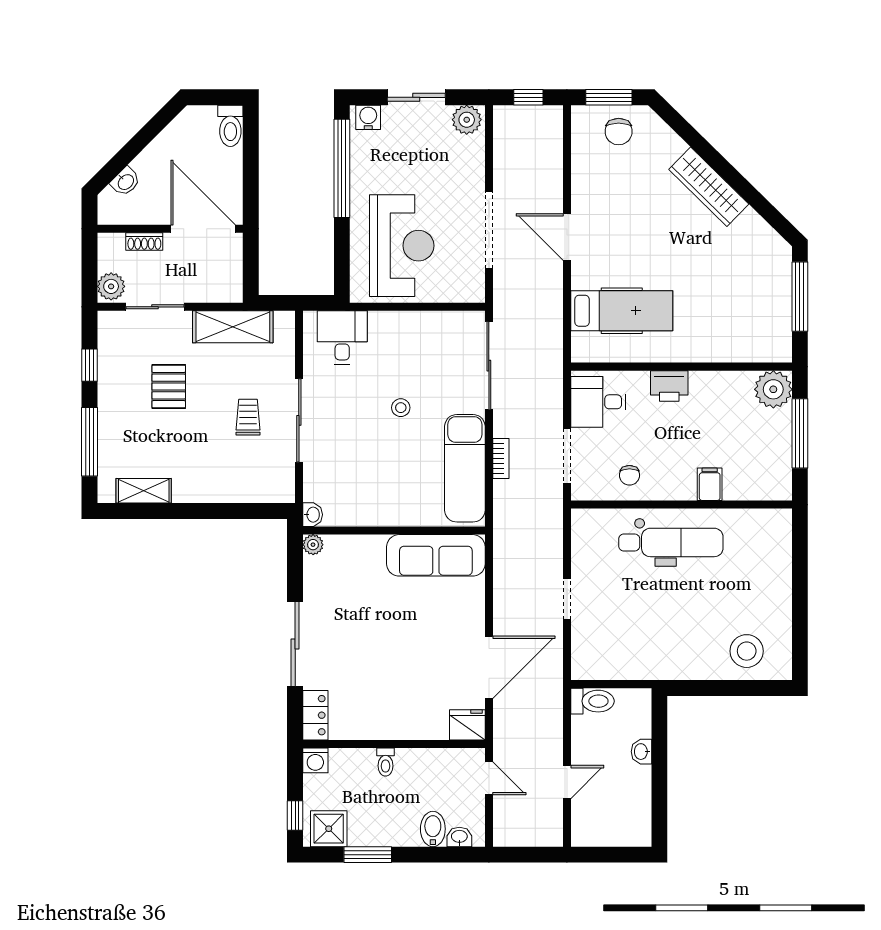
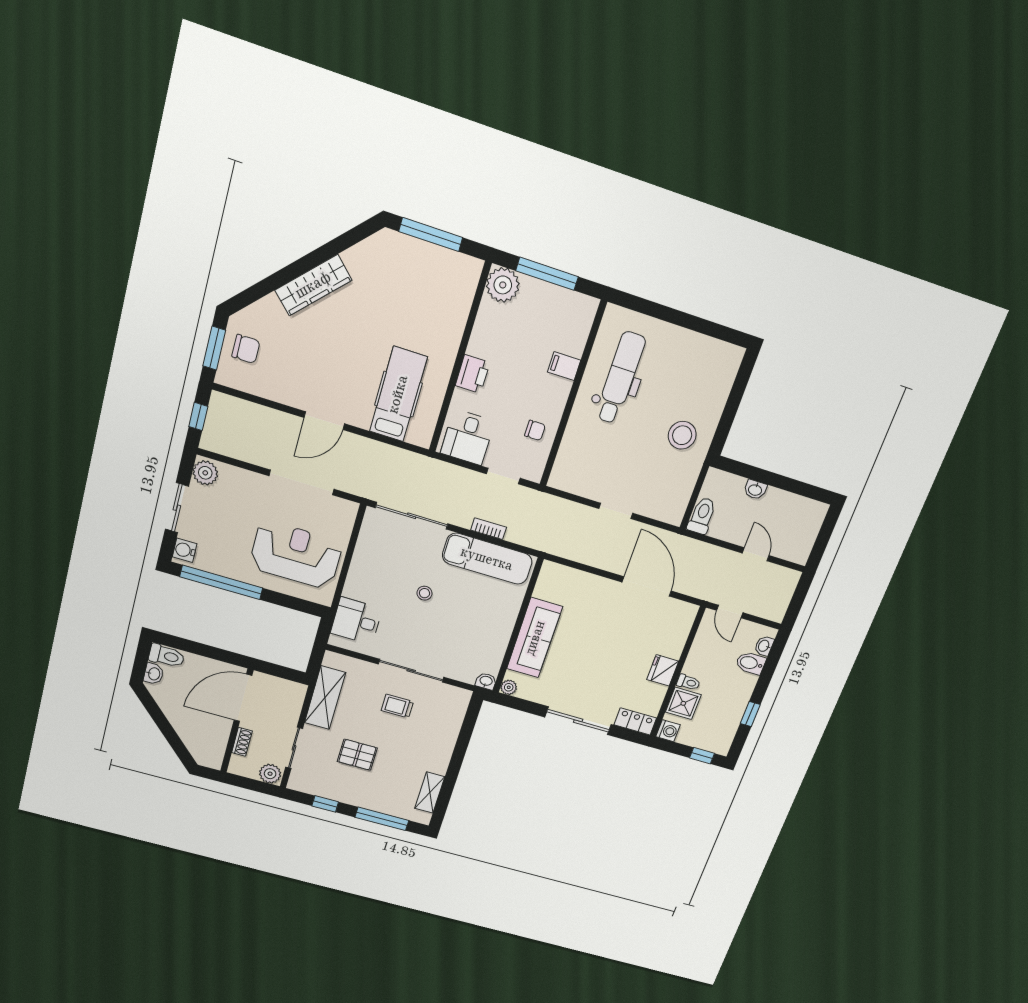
washbasin: (125, 182) -> (154, 674), moved, turned 45
doorway: (567, 456) -> (503, 476), width x0.73
dental chair: (671, 542) -> (620, 378), moved
sofa: (436, 555) -> (535, 638), moved
stool: (747, 651) -> (682, 435), moved
fridge: (467, 725) -> (663, 670), moved
door: (489, 778) -> (730, 612), swing flipped
shower: (329, 829) -> (683, 703), moved
window: (368, 855) -> (750, 714), width x0.67

